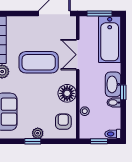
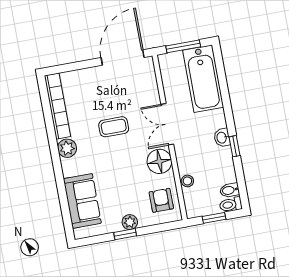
double door: (78, 55) -> (167, 124), moved
coffee table: (39, 62) -> (114, 127), width x0.54, depth x0.58
washbasin: (113, 84) -> (222, 138), width x0.52, depth x0.69
bidet: (114, 103) -> (230, 190), moved

